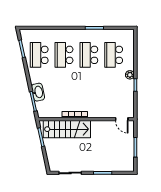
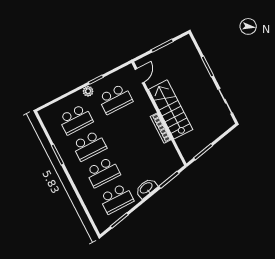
washbasin: (38, 92) -> (146, 188), moved
school desk: (114, 92) -> (115, 99), added
stairs: (67, 129) -> (171, 109), moved

